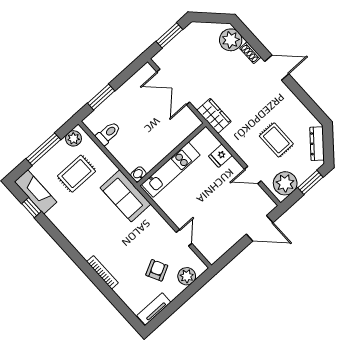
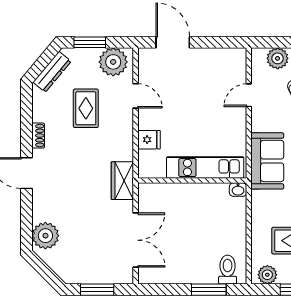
shoe rack: (250, 53) -> (38, 136), moved
toilet: (108, 133) -> (228, 270), moved, turned 90
sofa: (125, 196) -> (267, 161), moved

